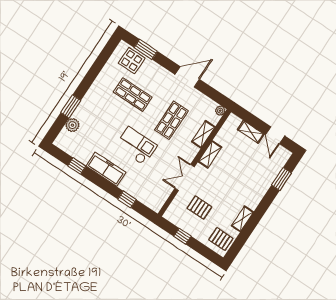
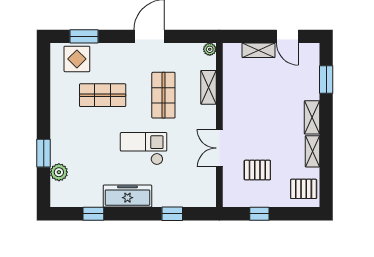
shelving: (210, 154) -> (312, 117), moved

